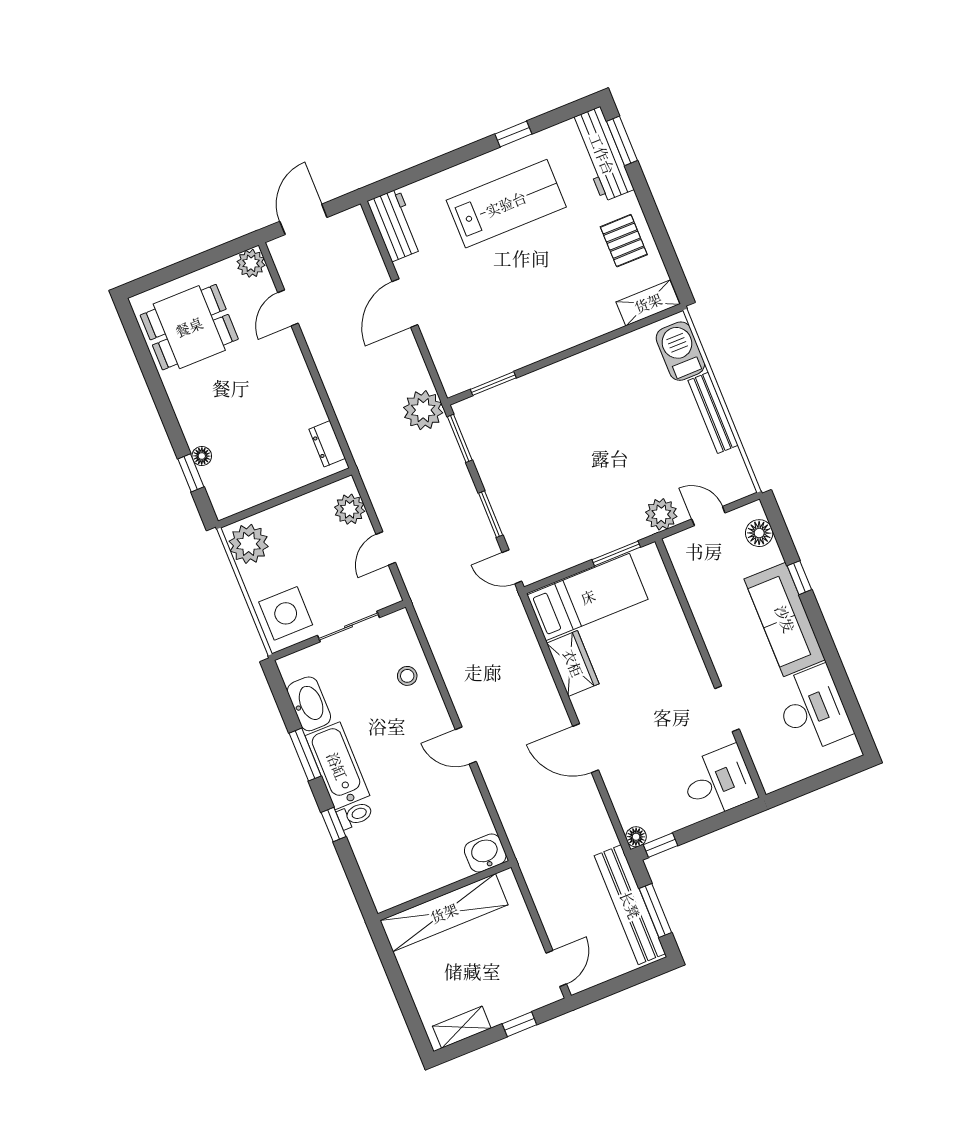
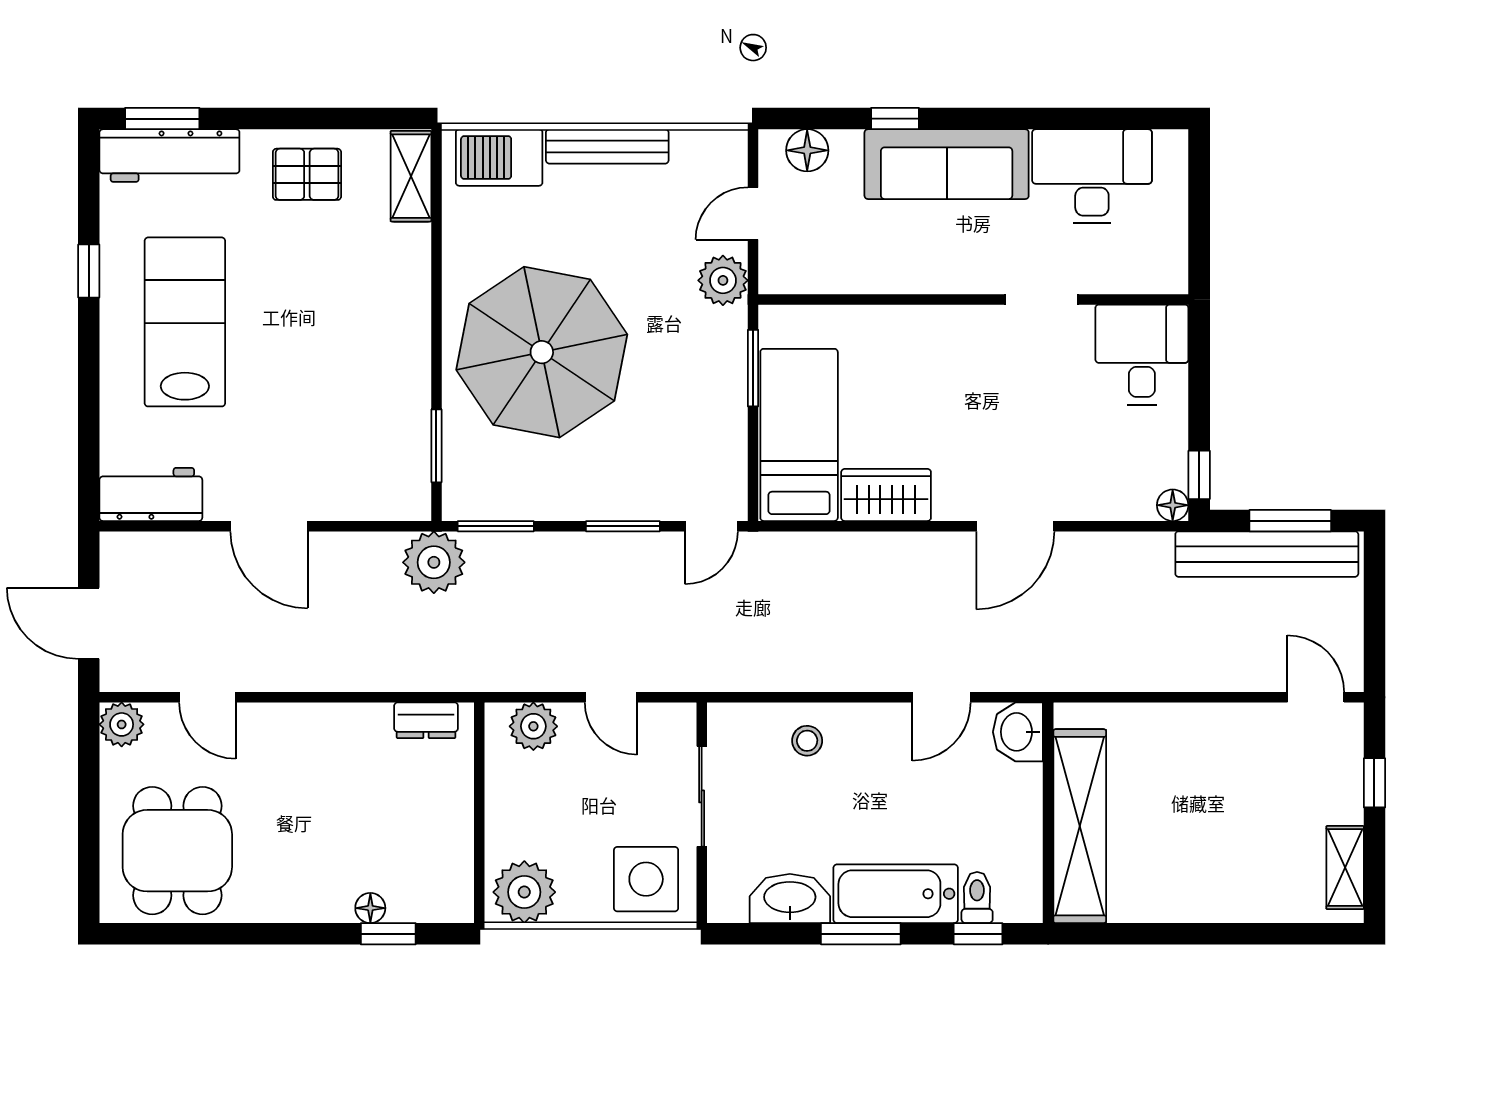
parasol: (575, 424) -> (542, 352), added
washbasin: (485, 853) -> (1018, 732), moved
wall: (444, 891) -> (1048, 813), moved
shelving: (444, 913) -> (1080, 826), moved

